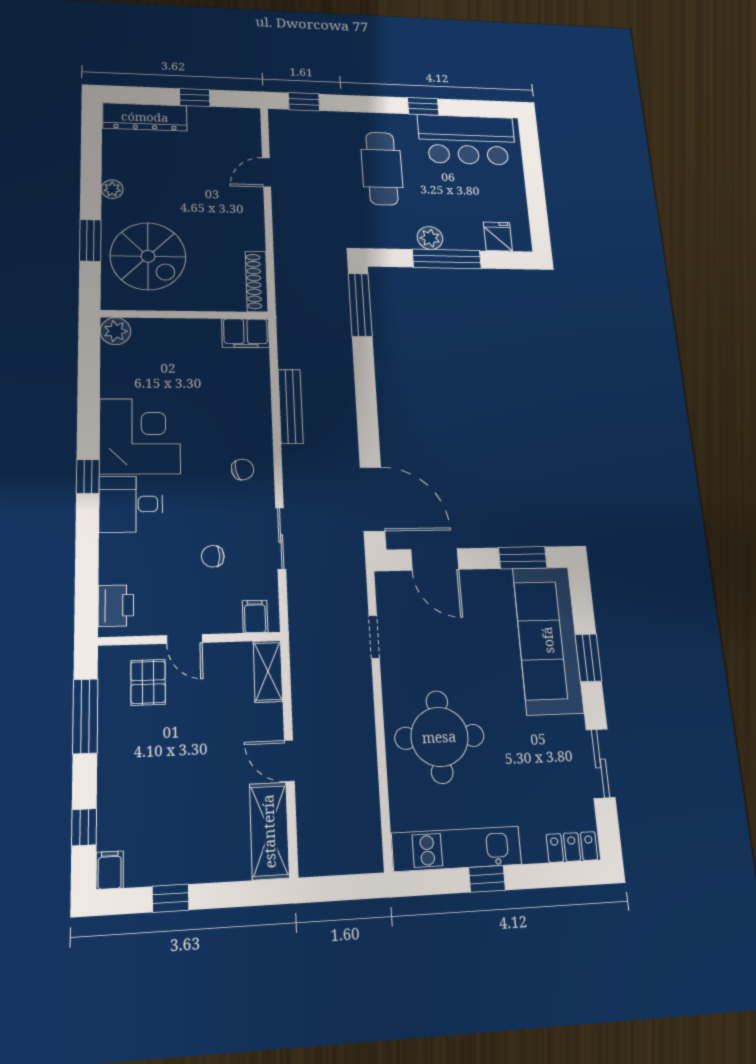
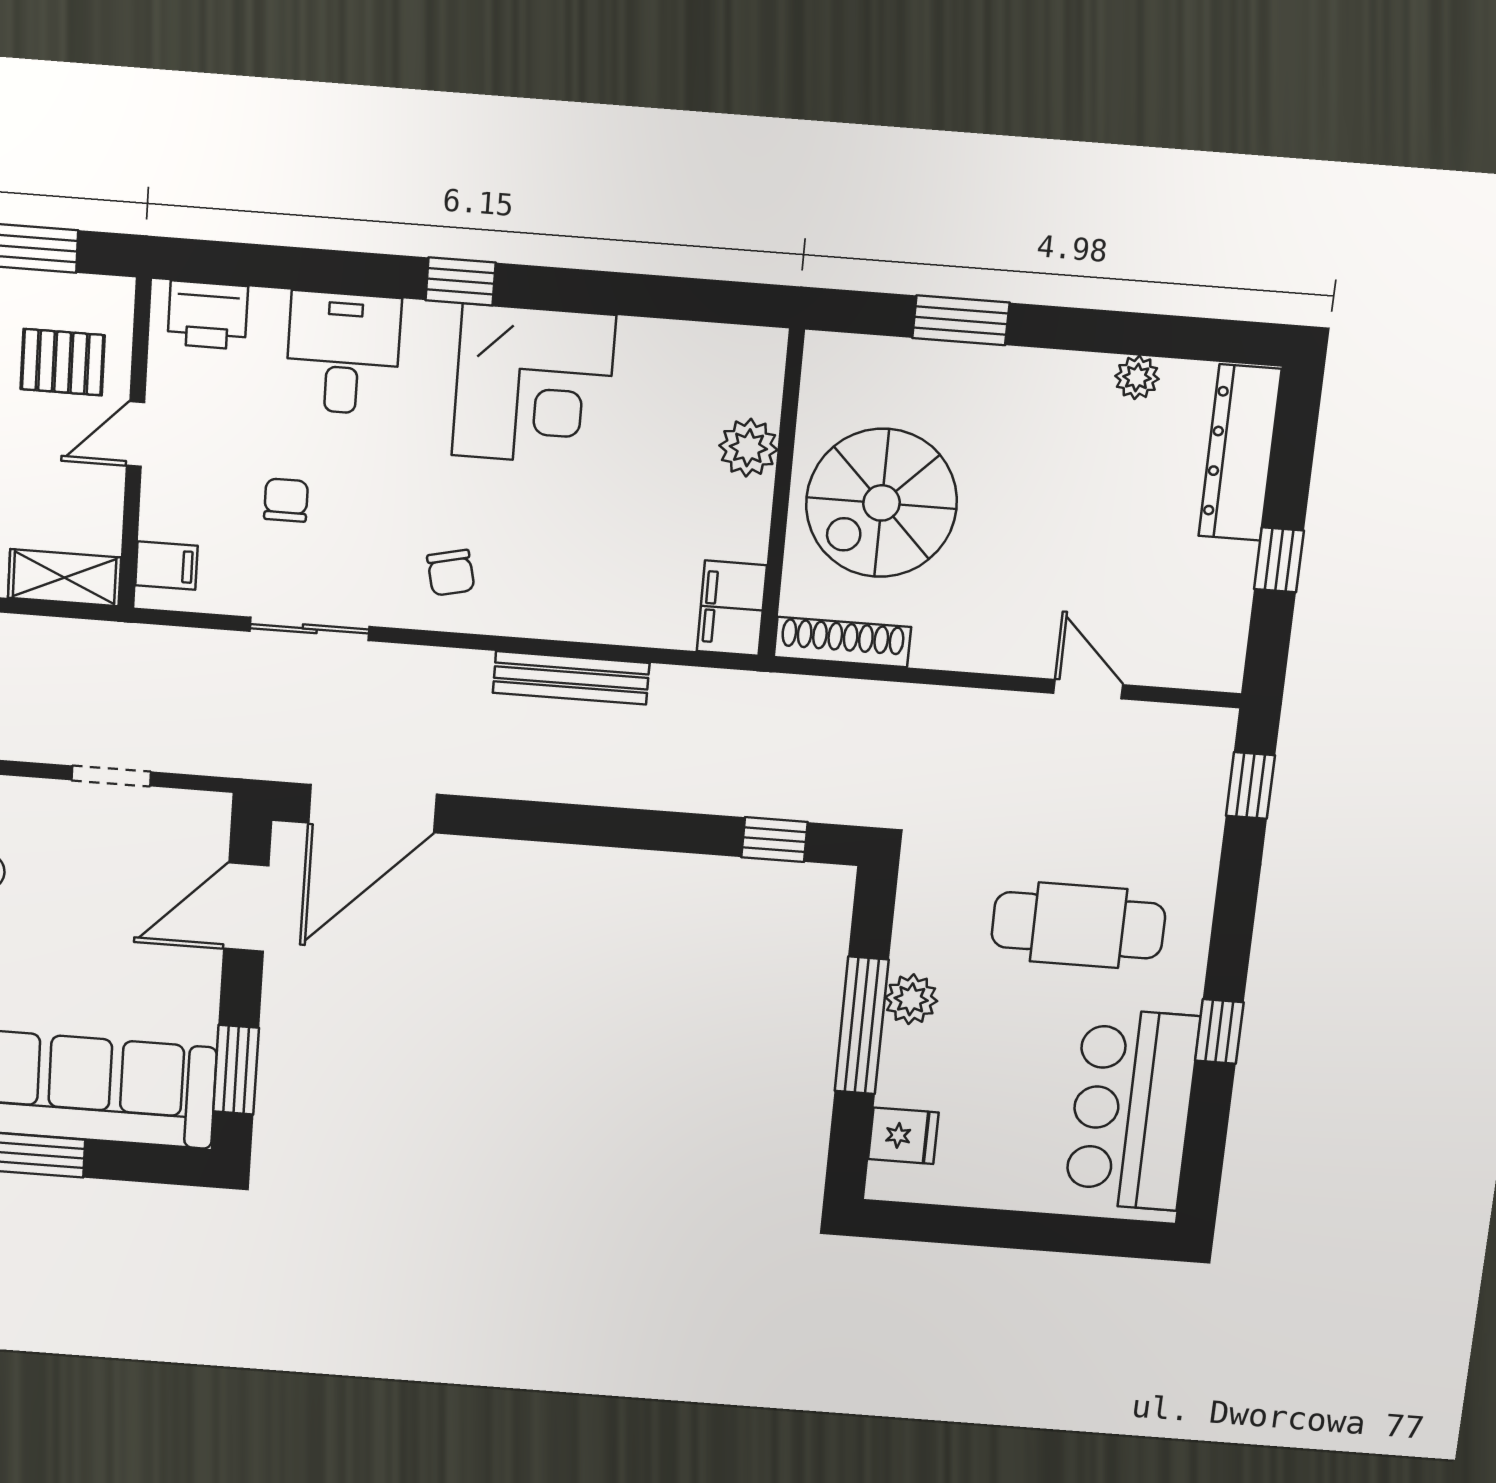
plant: (112, 189) -> (1137, 377), moved
spiral stairs: (148, 256) -> (882, 503), moved
window: (360, 305) -> (774, 840), width x0.46
plant: (115, 331) -> (748, 448), moved
desk: (131, 504) -> (343, 353), moved

